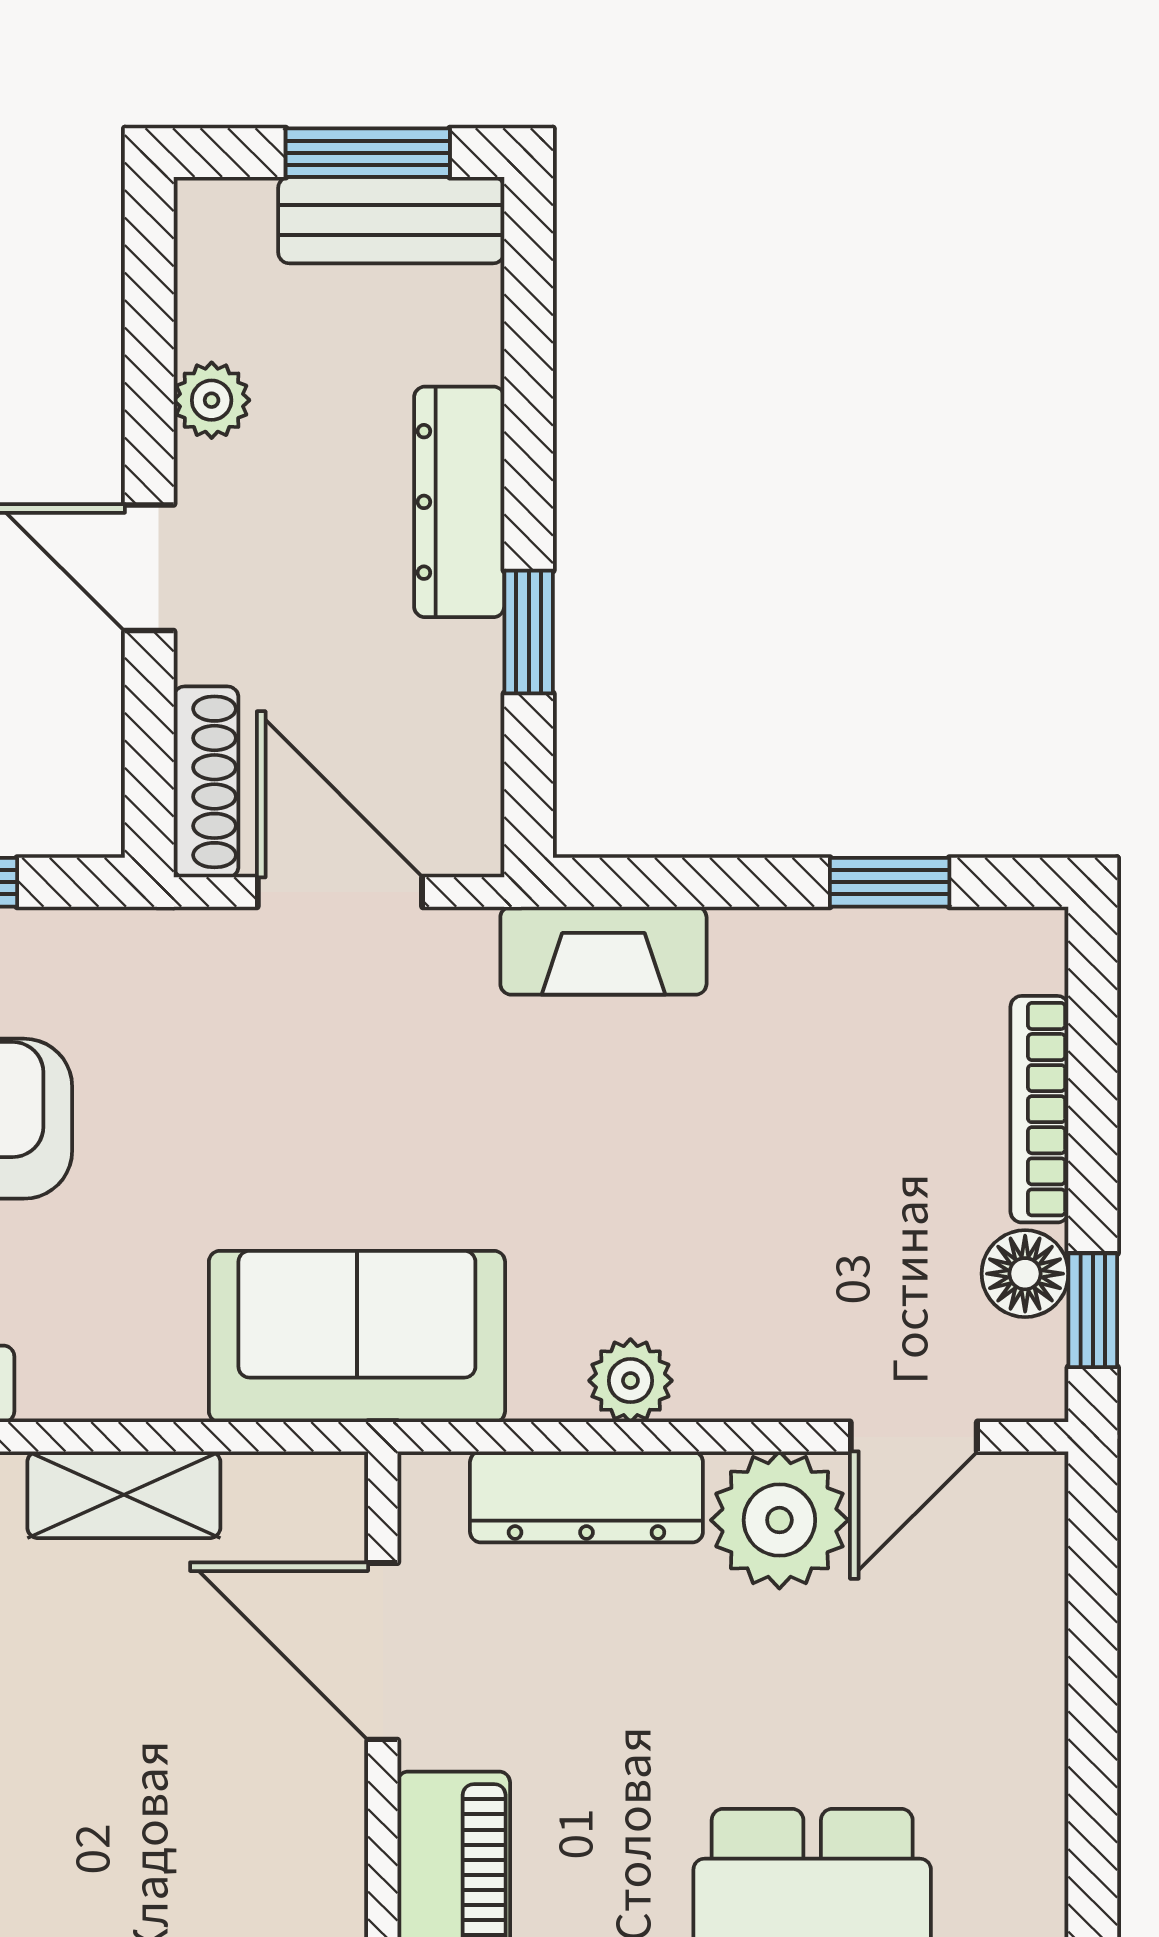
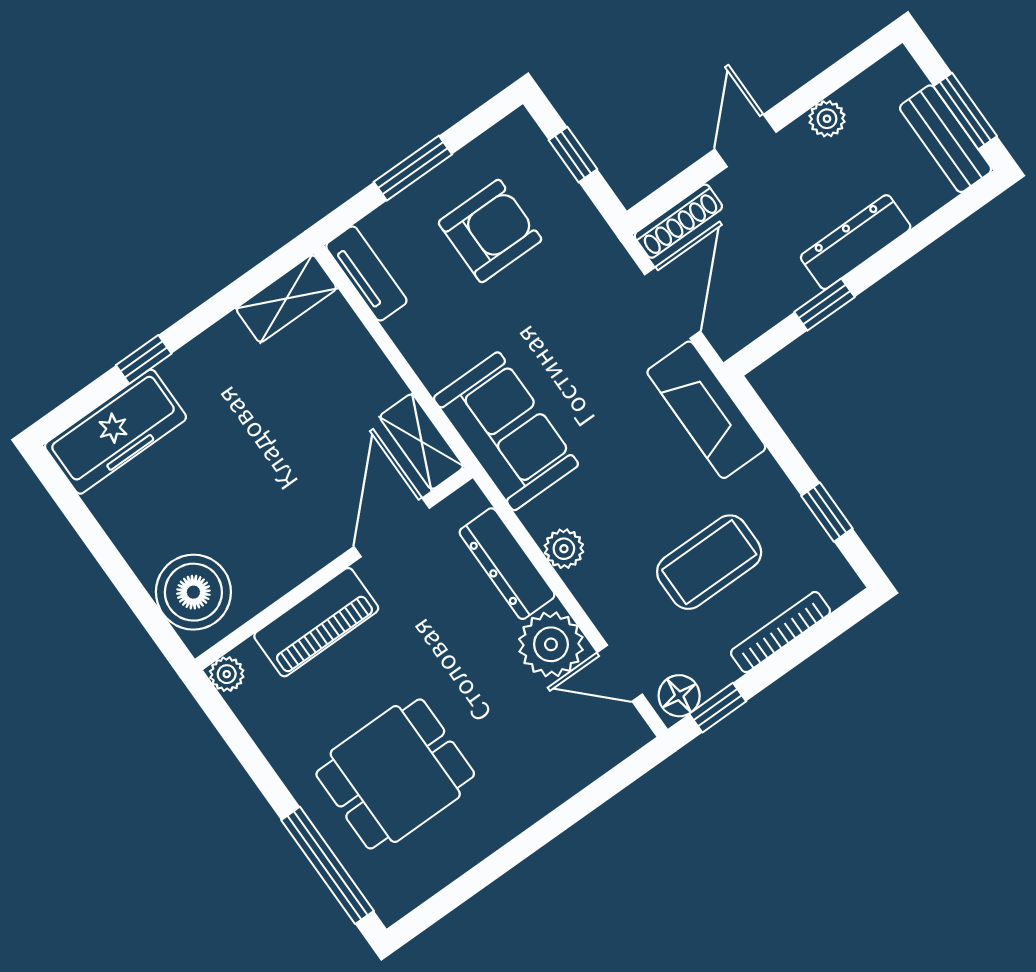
fireplace: (603, 951) -> (706, 410), width x1.37, depth x1.32
coffee table: (831, 1147) -> (709, 562), added
floor lamp: (1025, 1274) -> (679, 696), moved
shelving: (124, 1495) -> (422, 442), moved

